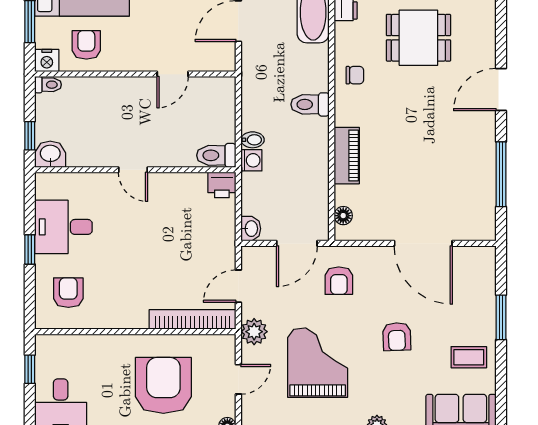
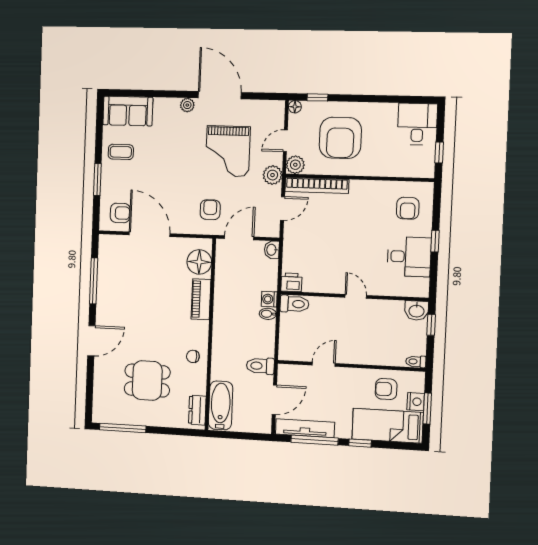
armchair: (86, 45) -> (386, 389), turned 90
nightstand: (47, 60) -> (416, 402), moved, turned 90
toilet: (310, 104) -> (260, 366), moved, turned 180
floor lamp: (343, 216) -> (199, 262), width x1.89, depth x1.89
armchair: (397, 337) -> (120, 213), moved, turned 92
plant: (223, 347) -> (295, 165), added

